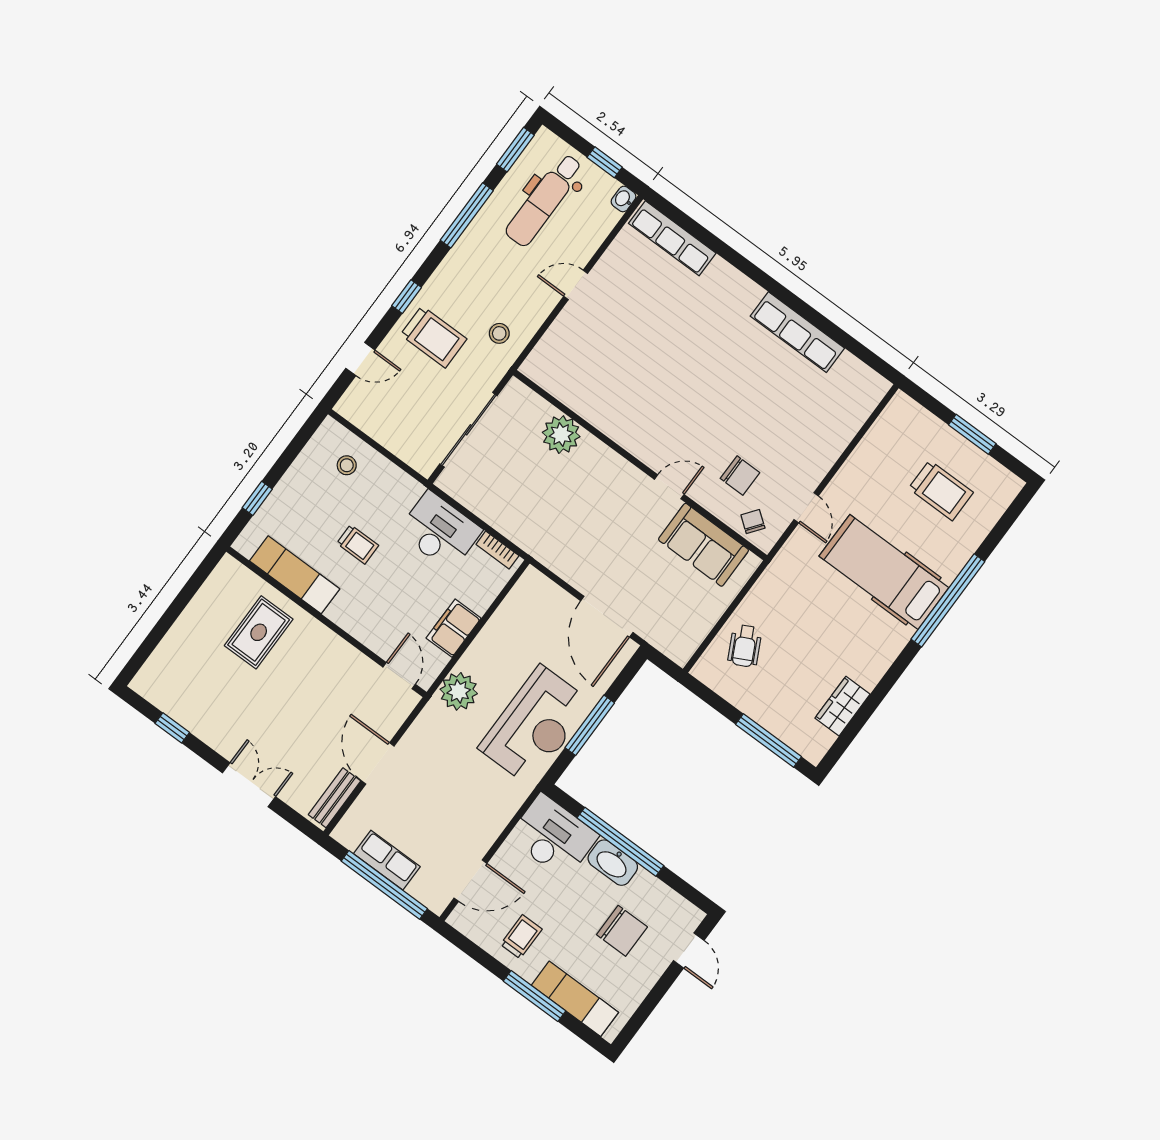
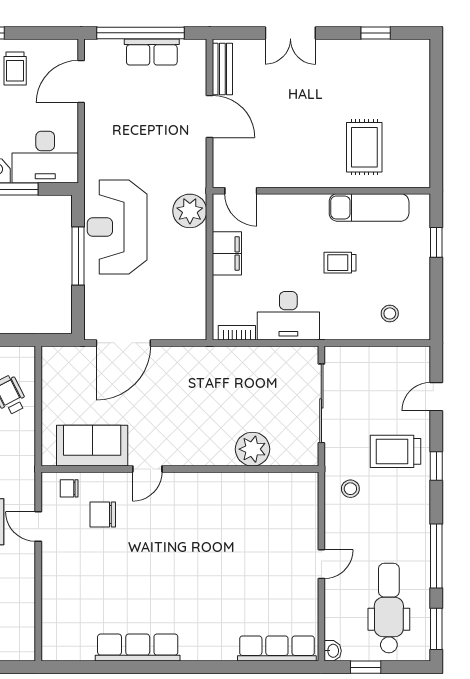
chair: (753, 522) -> (69, 488), turned 143
door: (607, 617) -> (123, 343), swing flipped

